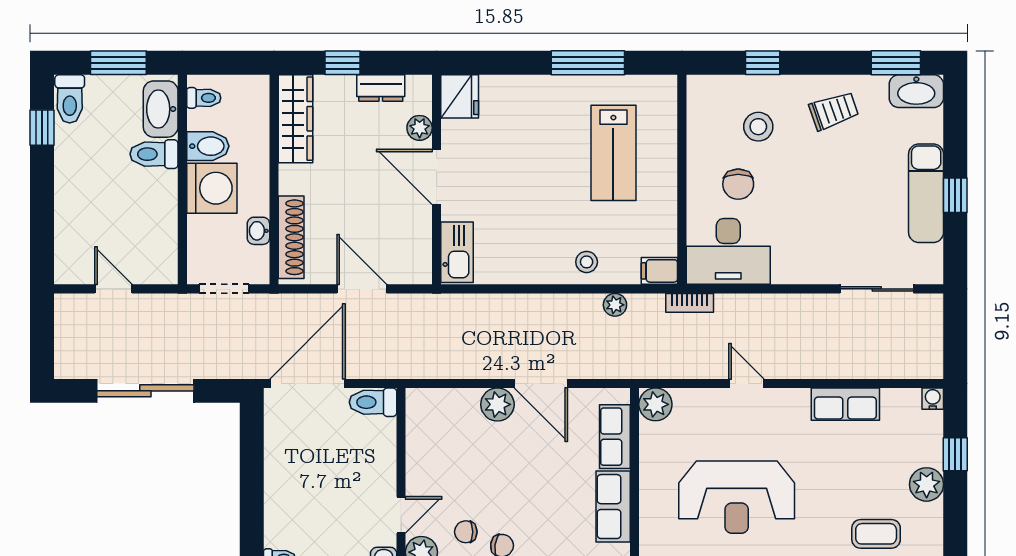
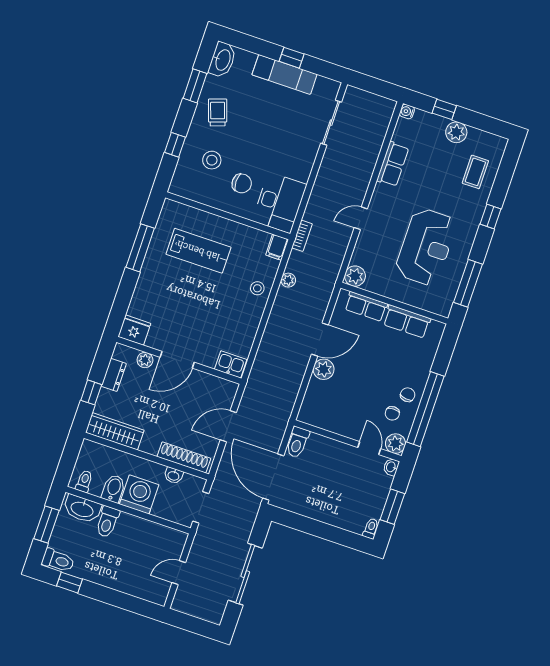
window: (896, 63) -> (195, 86), moved
kitchen sink: (457, 252) -> (231, 364), width x0.73

